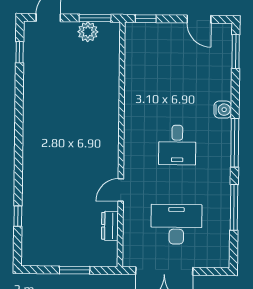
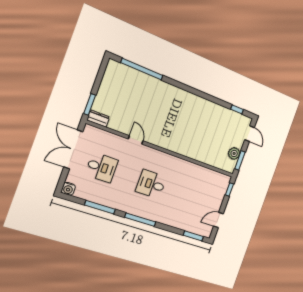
water cooler: (223, 110) -> (68, 189), moved
window: (18, 216) -> (142, 69), width x3.17
desk: (176, 224) -> (102, 167), width x0.73
dresser: (110, 226) -> (98, 119), moved
window: (75, 270) -> (90, 104), moved

